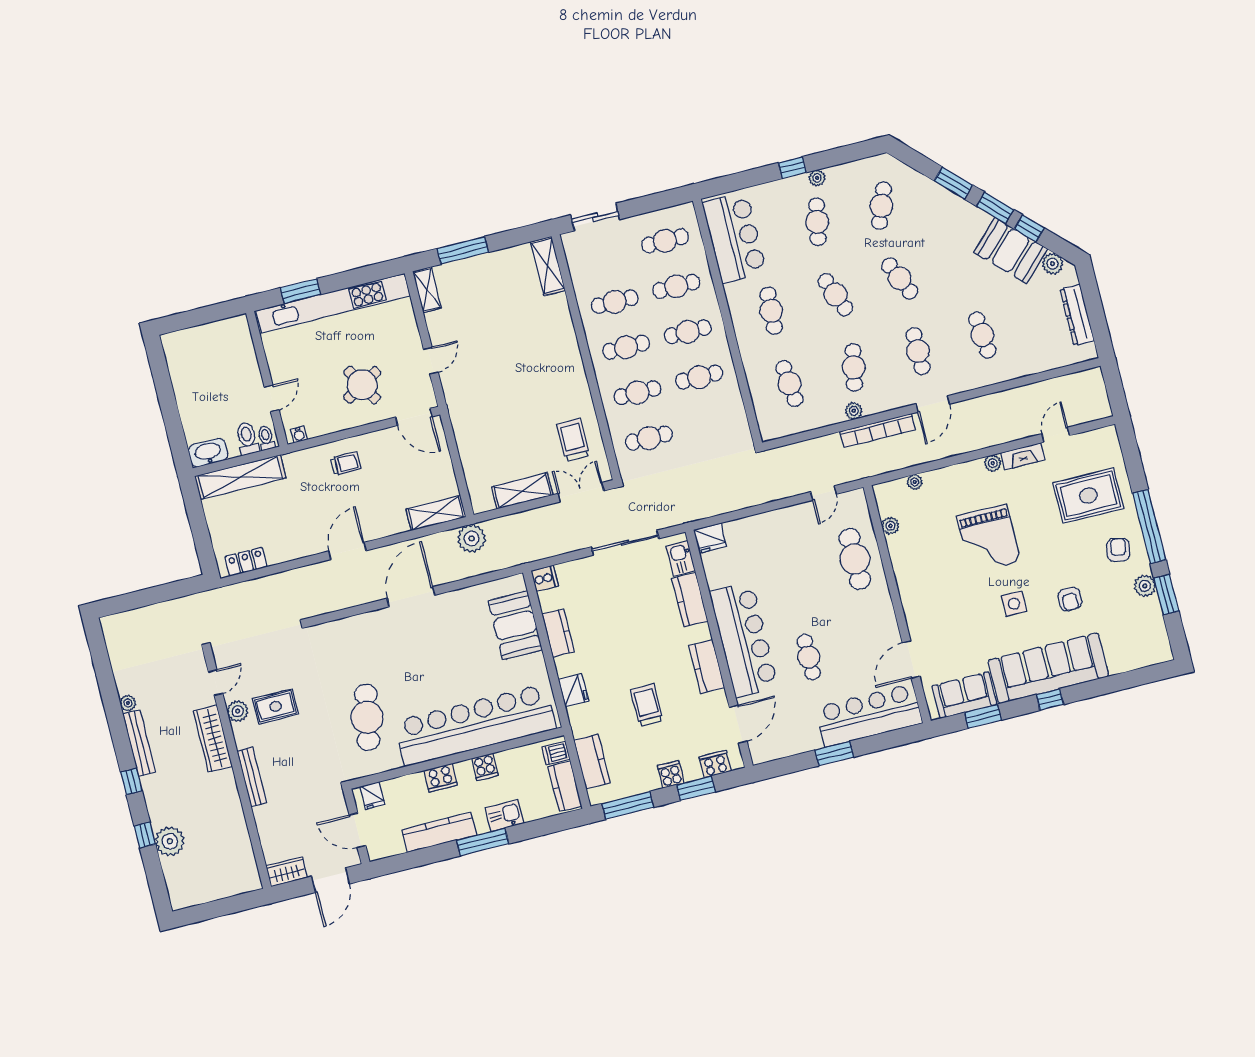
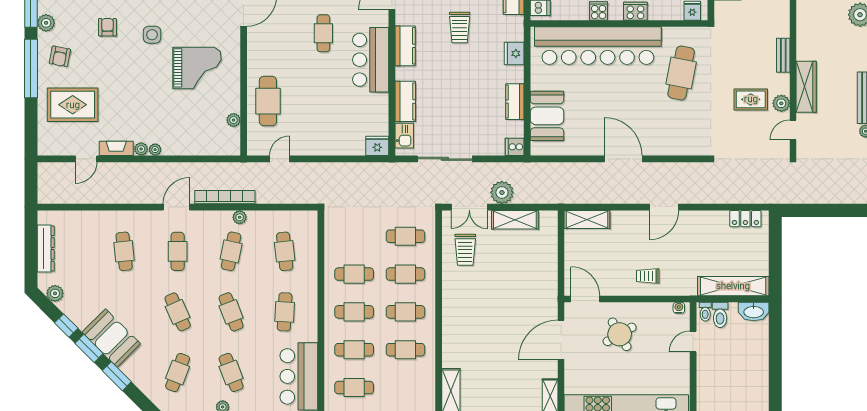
cafe table: (817, 222) -> (231, 372), turned -33
booth: (1011, 251) -> (111, 338), moved
door: (431, 361) -> (561, 340), width x1.88
plant: (915, 482) -> (155, 150), moved
plant: (472, 538) -> (502, 192), moved
grand piano: (989, 539) -> (197, 68), moved, turned 90
door: (411, 597) -> (623, 159), swing flipped
bar counter: (744, 640) -> (371, 60), width x0.73
bench: (252, 777) -> (783, 55), width x0.73

